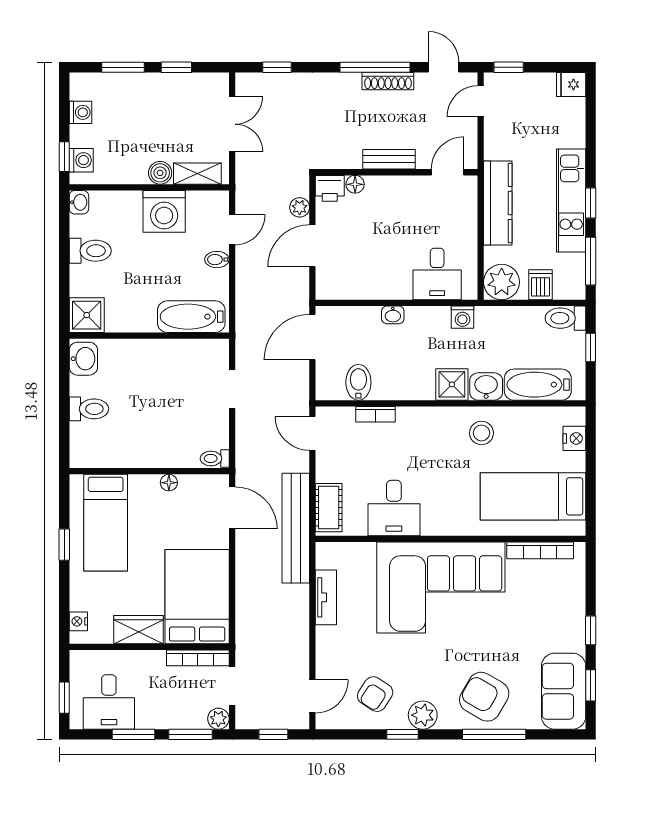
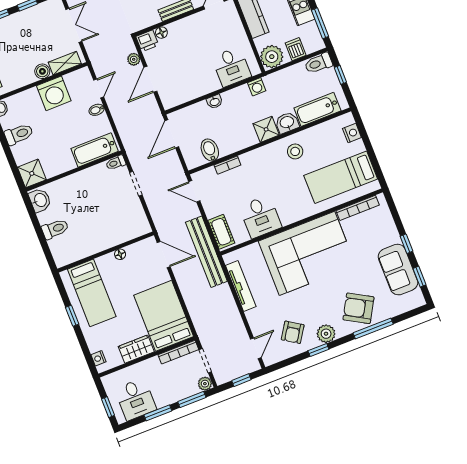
toilet: (215, 458) -> (116, 163), moved
tv unit: (326, 597) -> (241, 286), width x1.41
sofa: (564, 691) -> (398, 270), moved

